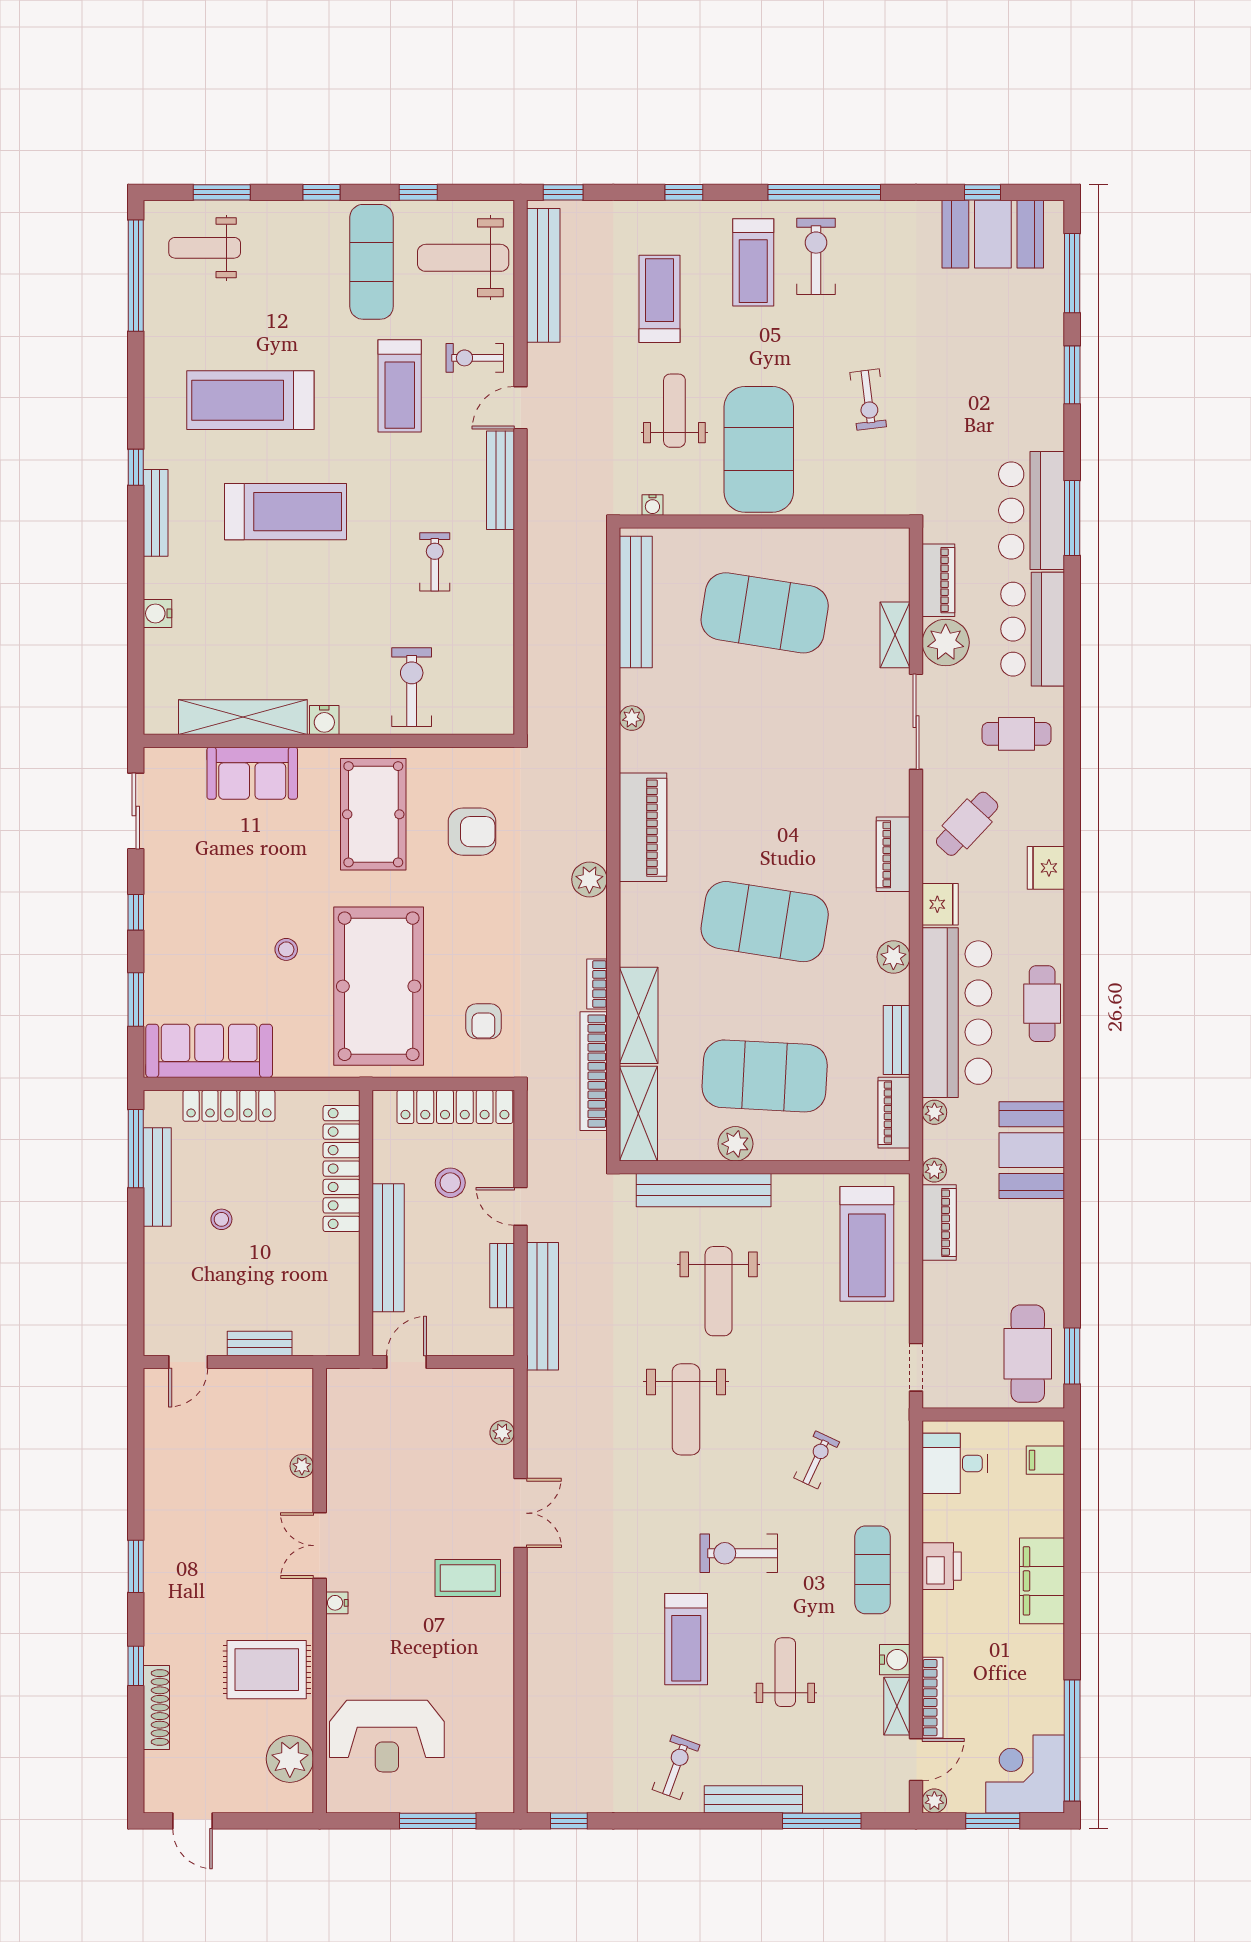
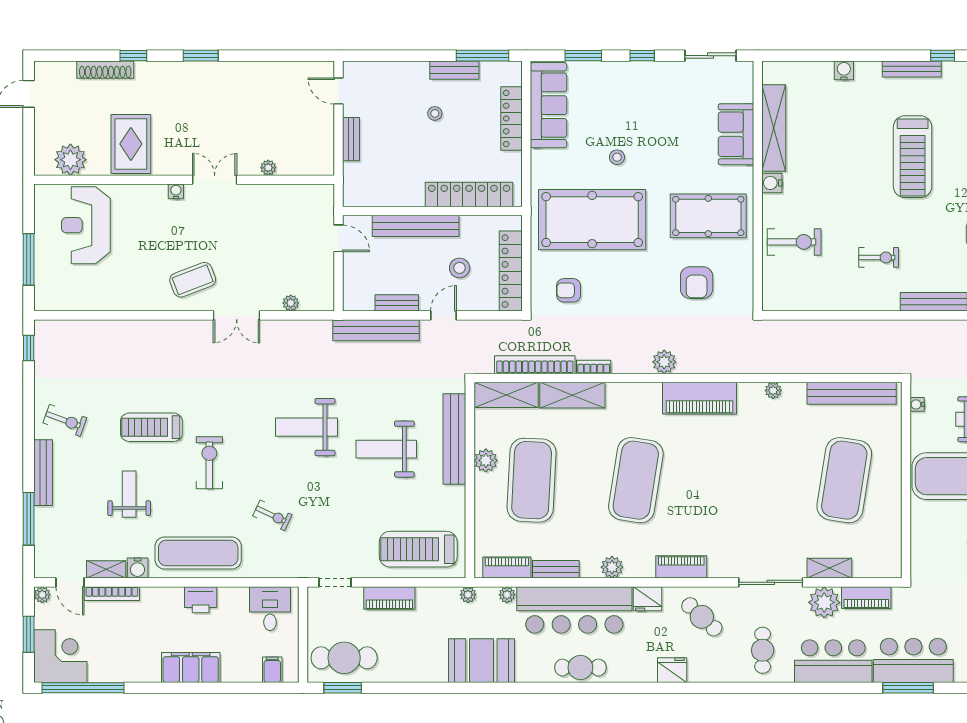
bench: (157, 1177) -> (454, 70), width x0.73
piano: (939, 1223) -> (389, 598), moved
exercise mat: (873, 1570) -> (198, 553), width x1.36, depth x1.45
coffee table: (468, 1578) -> (193, 280), turned 69
weight bench: (785, 1672) -> (129, 494), turned -90

